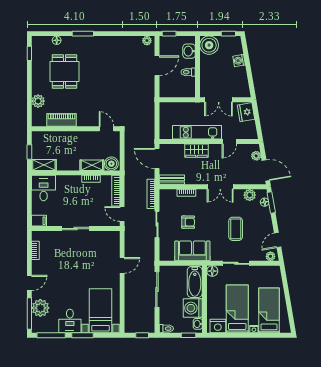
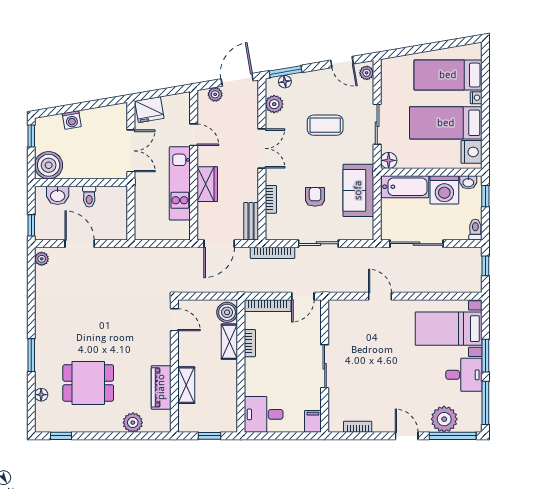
door: (106, 129) -> (174, 320), swing flipped
shelving: (44, 165) -> (186, 385), moved

